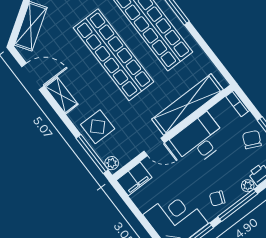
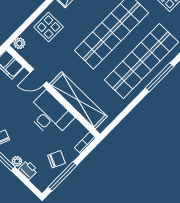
door: (154, 147) -> (38, 77), hinge flipped
window: (92, 154) -> (25, 26), removed

